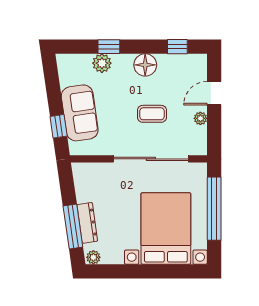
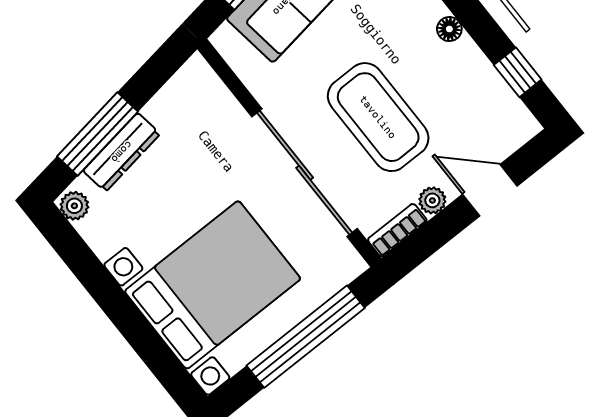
floor lamp: (145, 65) -> (449, 29), width x0.53, depth x0.53
coffee table: (152, 114) -> (378, 117), width x1.86, depth x1.72
bookcase: (201, 141) -> (397, 230), added

